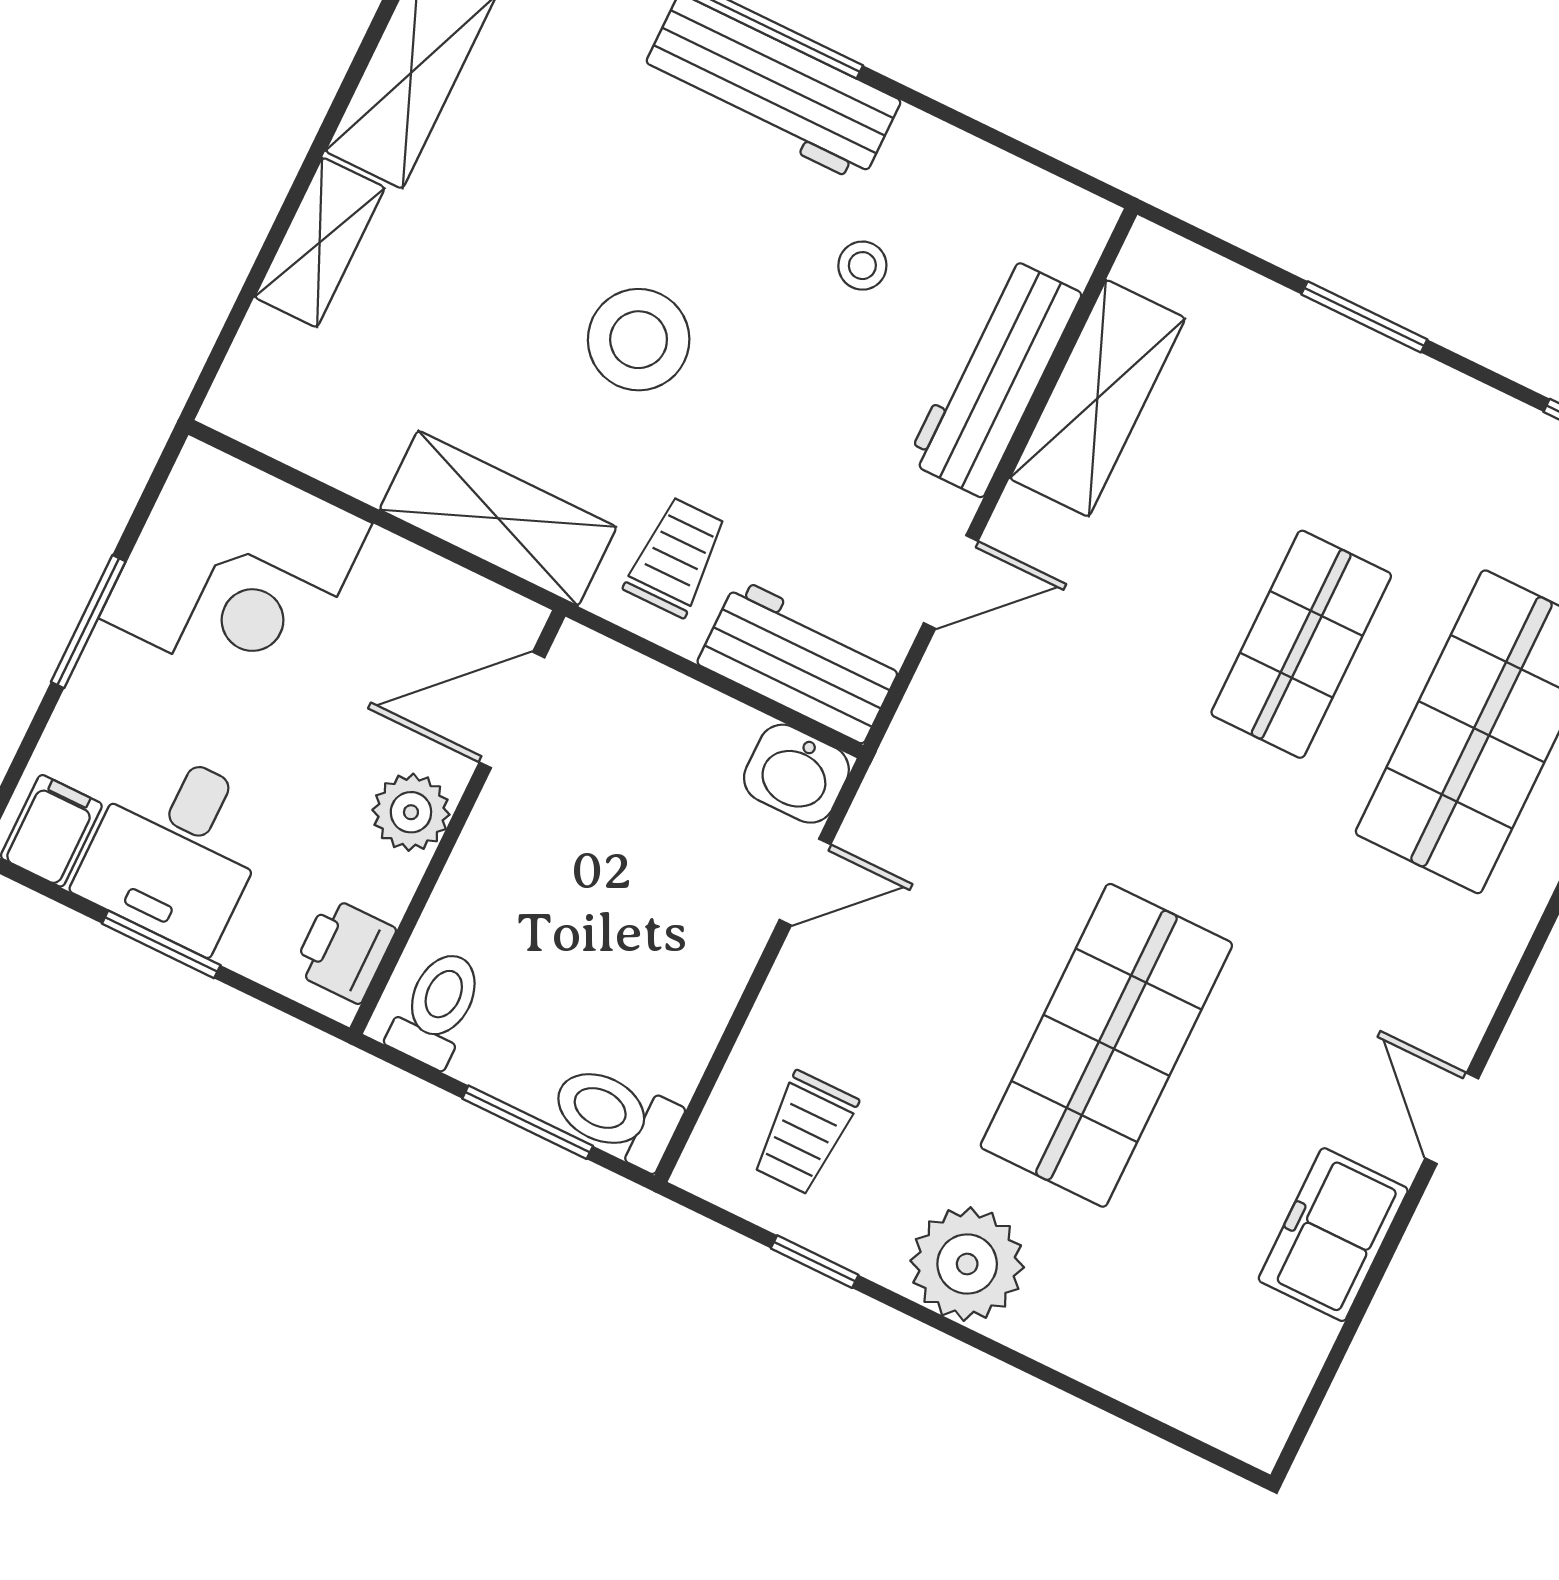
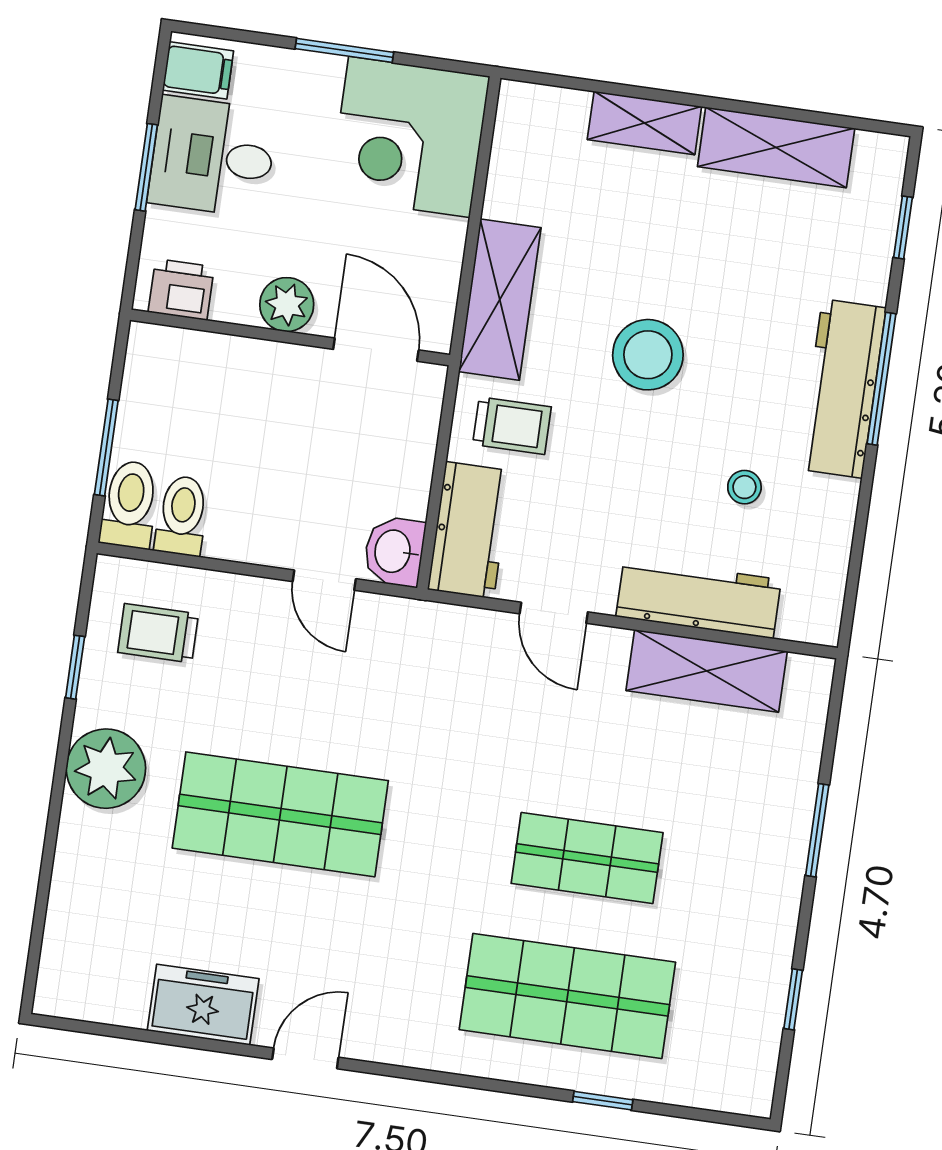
toilet: (437, 1008) -> (182, 516), moved, turned -90

